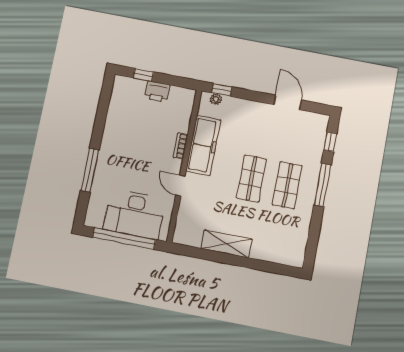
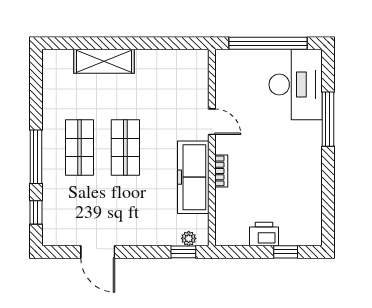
desk: (134, 214) -> (296, 85), moved, turned 90
shelving: (226, 244) -> (104, 61), moved

